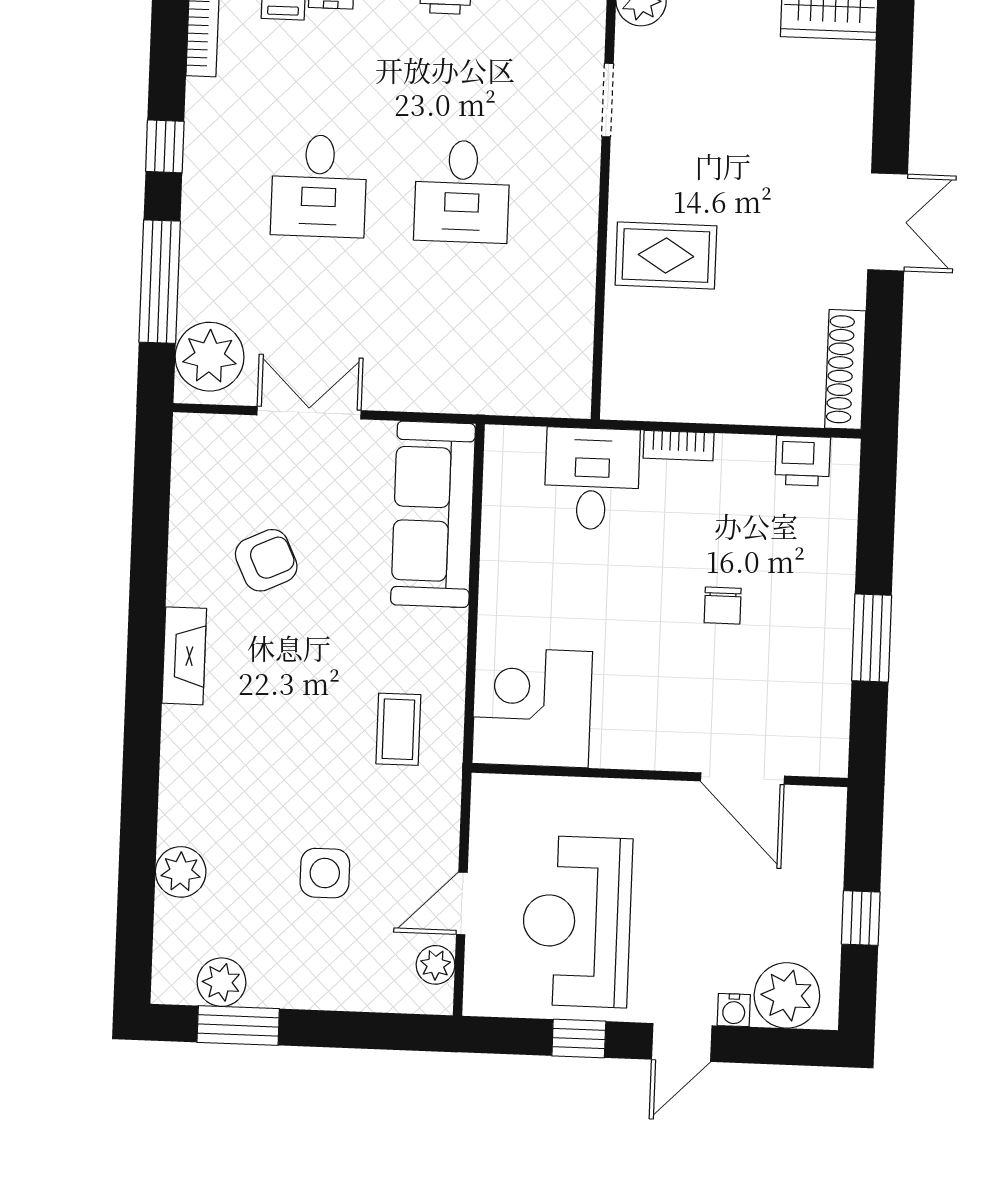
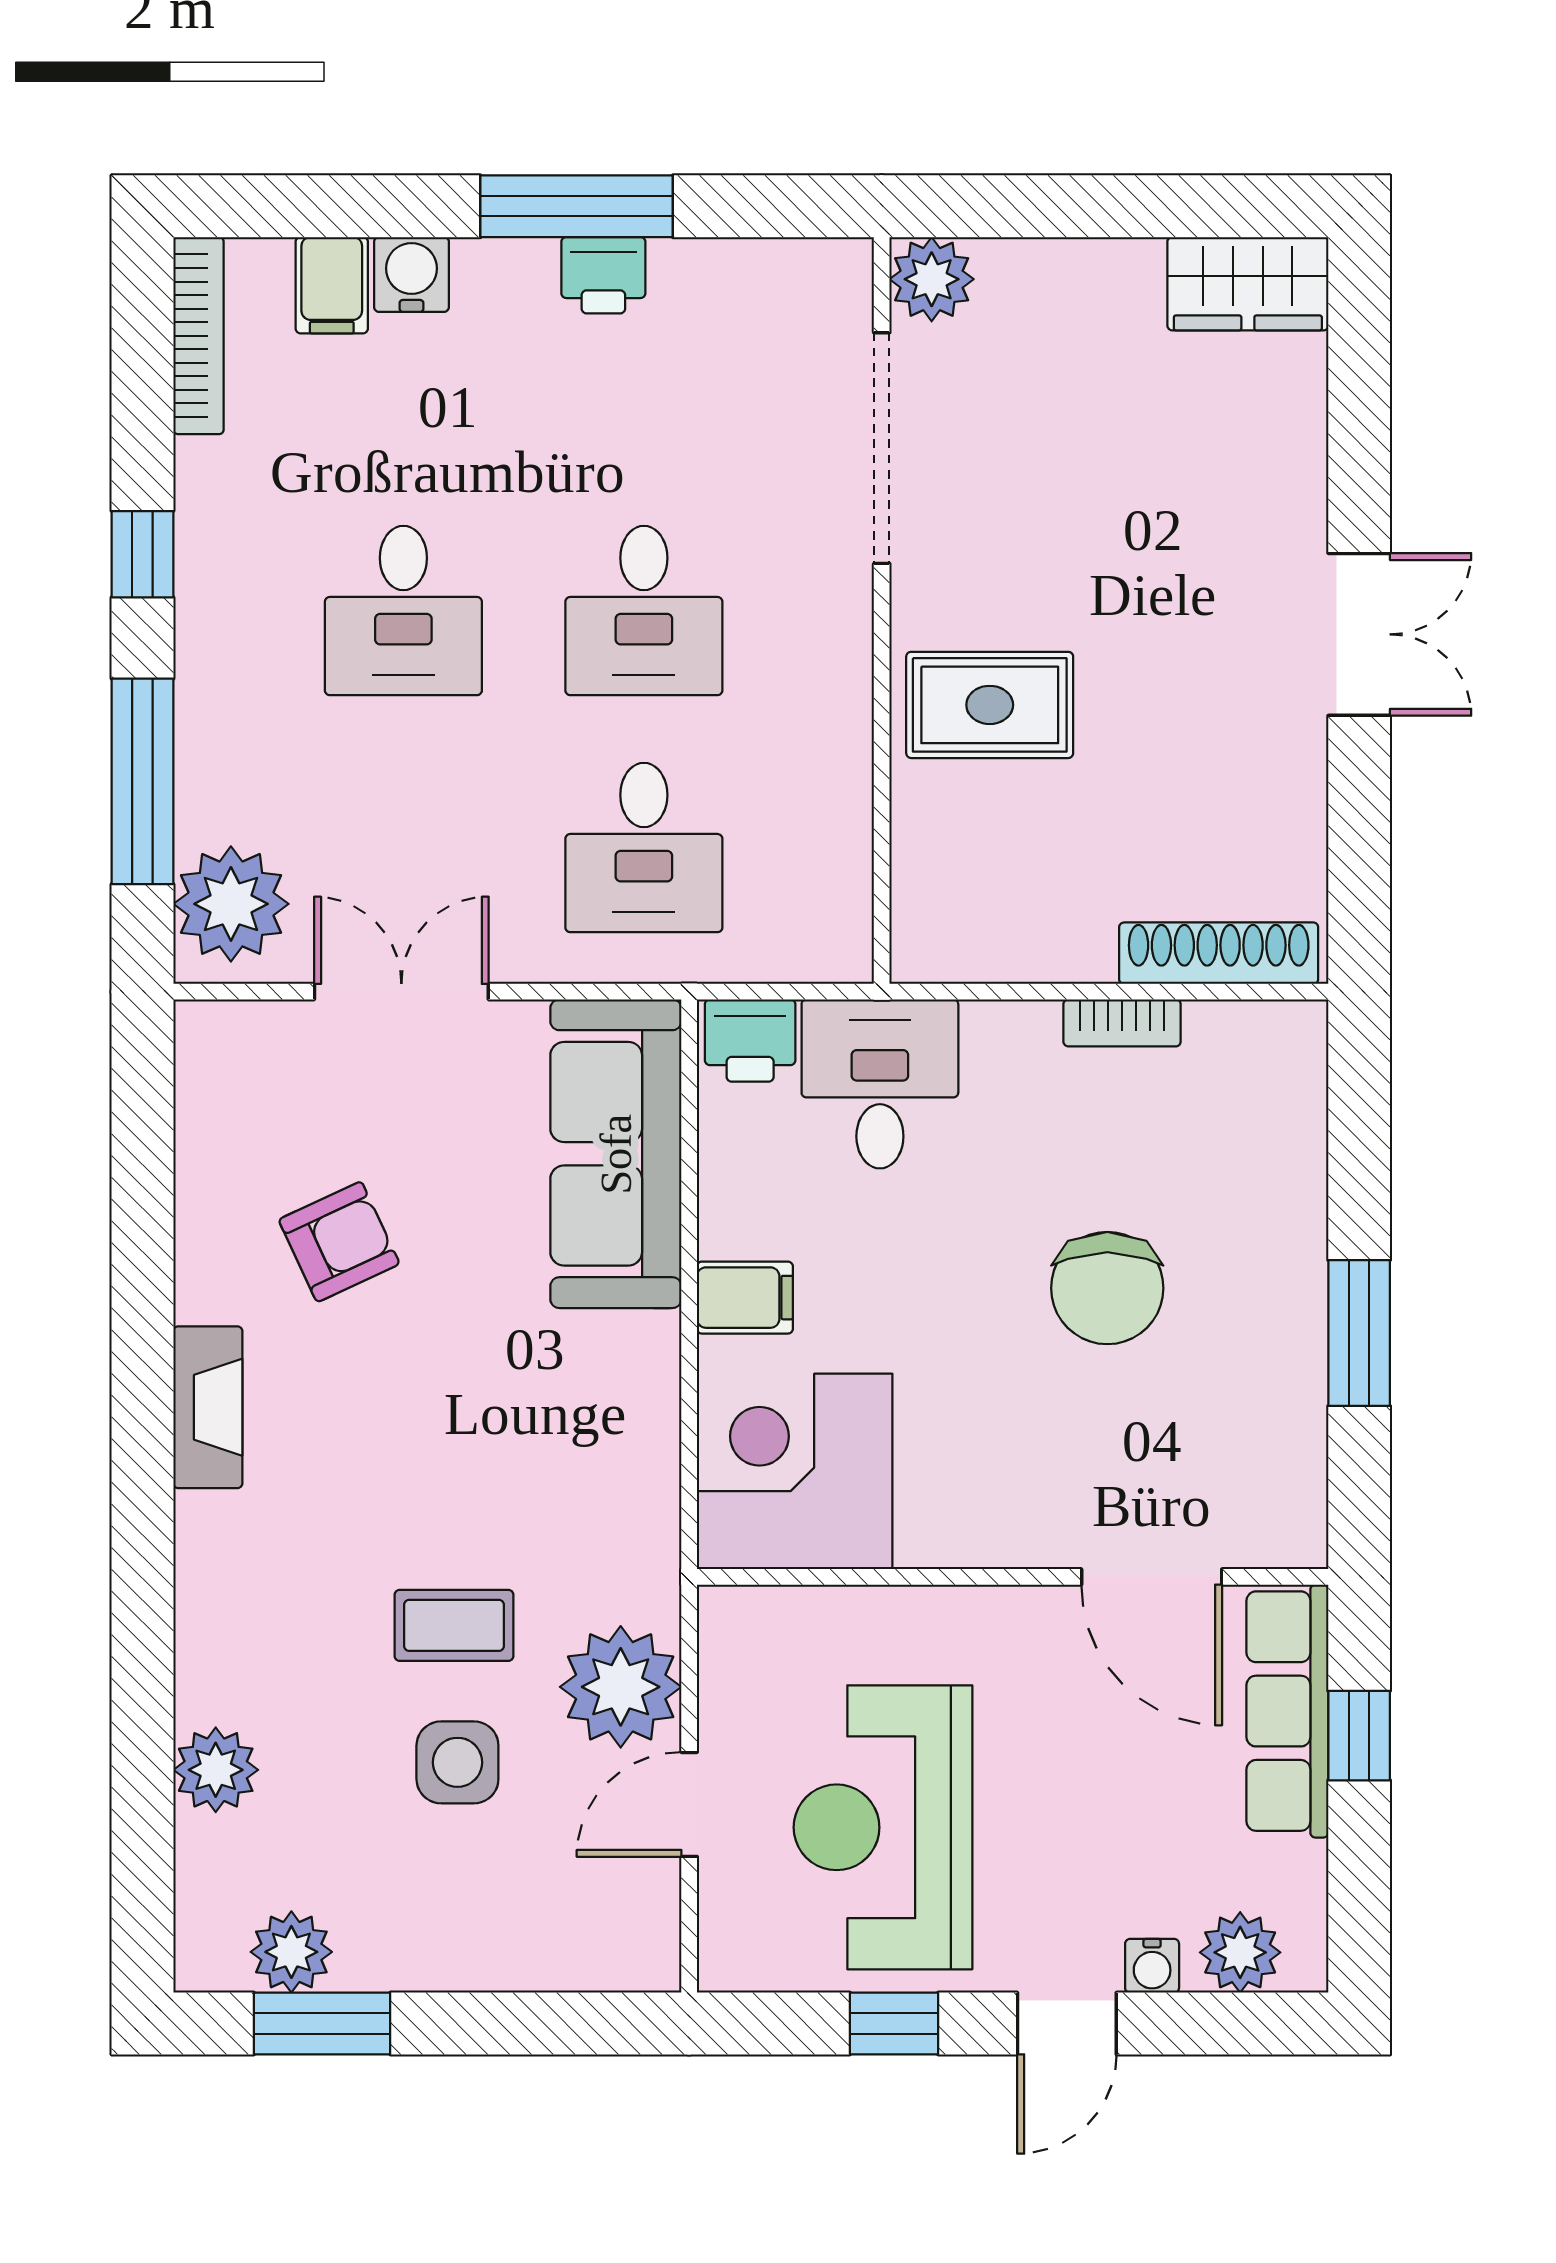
doorway: (608, 100) -> (882, 448), width x1.88
desk: (457, 333) -> (644, 848), added
shoe rack: (845, 369) -> (1219, 953), moved, turned 90
bookcase: (679, 446) -> (1122, 1023), moved
printer: (803, 461) -> (750, 1040), moved
filing cabinet: (507, 603) -> (745, 1298), added
chair: (723, 605) -> (1107, 1288), width x1.87, depth x1.87
coffee table: (398, 729) -> (454, 1625), moved, turned 90
row of seats: (820, 861) -> (1287, 1711), added
window: (861, 918) -> (1359, 1736), moved
plant: (436, 965) -> (621, 1687), moved, width x1.87, depth x1.87
plant: (787, 995) -> (1240, 1952), width x0.73, depth x0.73

